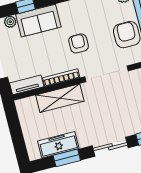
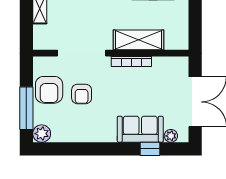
armchair: (79, 43) -> (82, 94), moved
tv unit: (27, 85) -> (171, 63), removed

